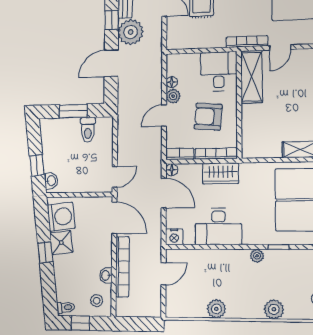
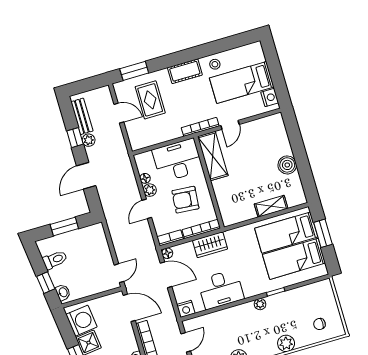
plant: (131, 32) -> (89, 140), width x0.53, depth x0.53
desk: (219, 71) -> (178, 160), width x1.37
toilet: (88, 130) -> (55, 260), moved, turned -97

